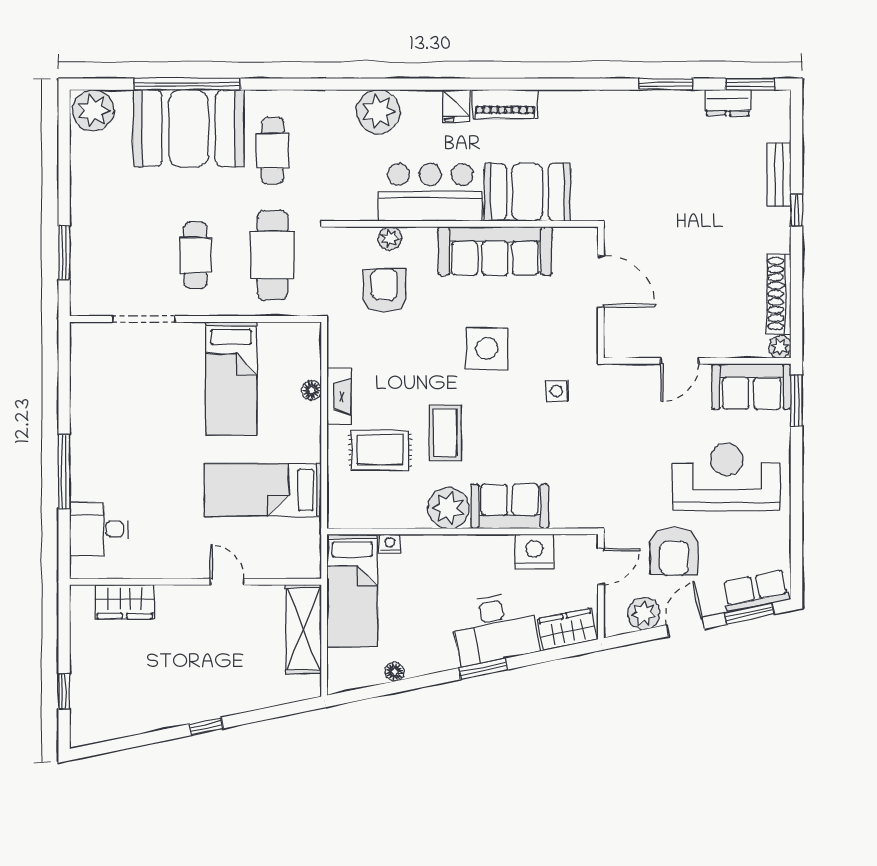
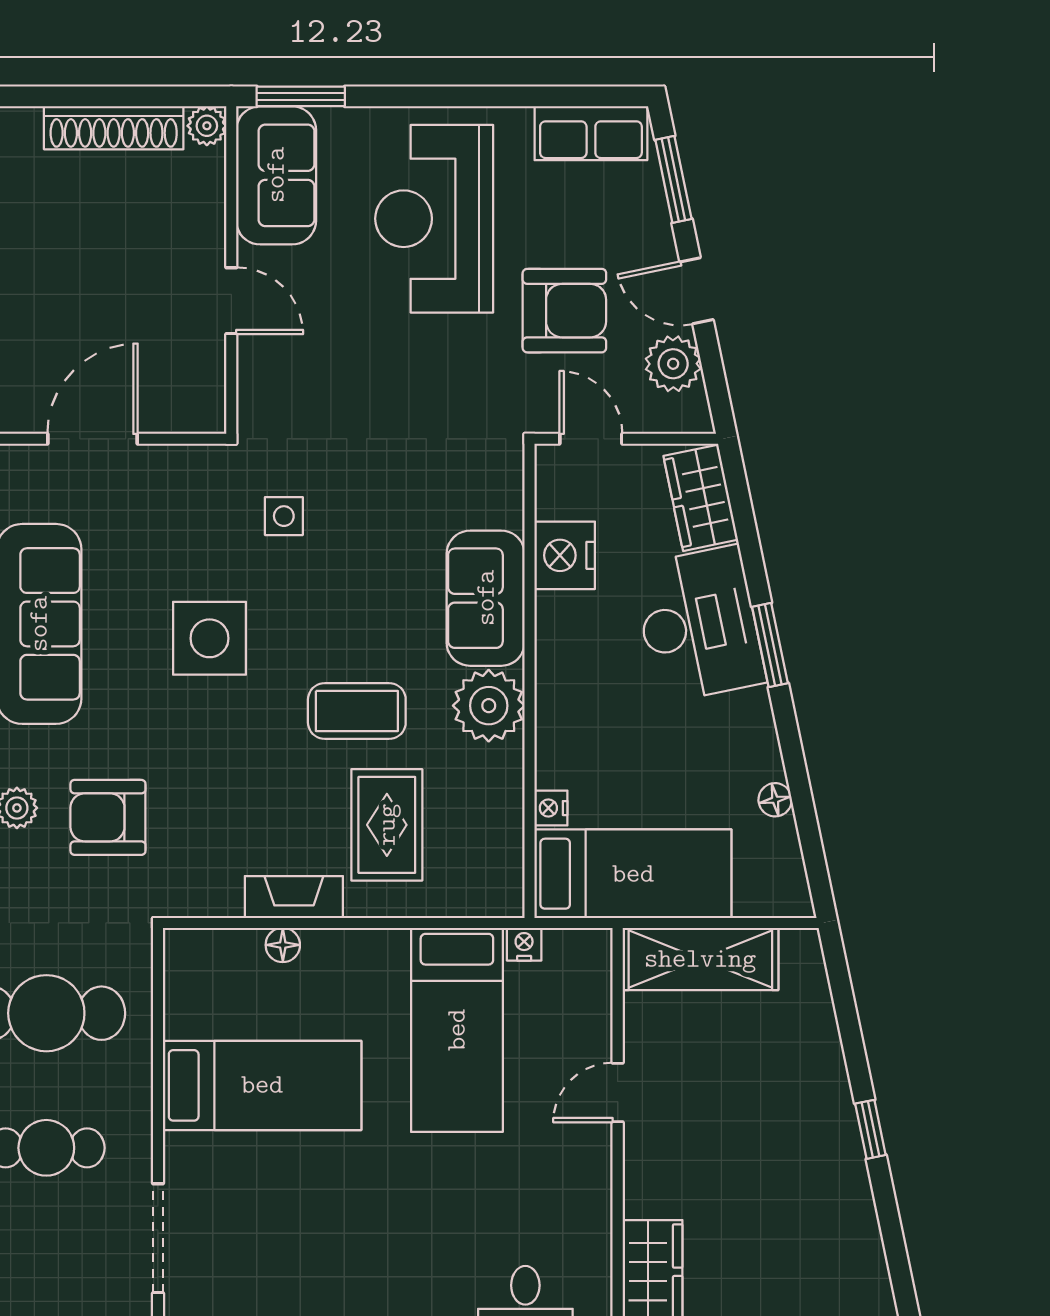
nightstand: (312, 528) -> (524, 944), added
row of seats: (756, 591) -> (591, 133), moved, turned -78

